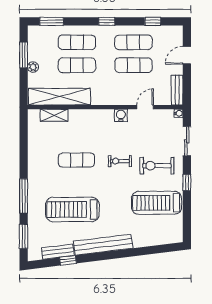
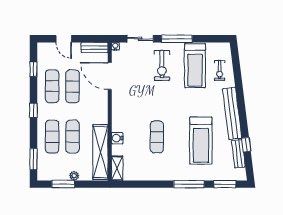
door: (145, 107) -> (110, 76), width x1.87
shelving: (54, 115) -> (117, 168), moved
water cooler: (121, 115) -> (117, 138), moved
exercise bike: (120, 161) -> (220, 70), moved
window: (187, 182) -> (177, 39), width x2.17

